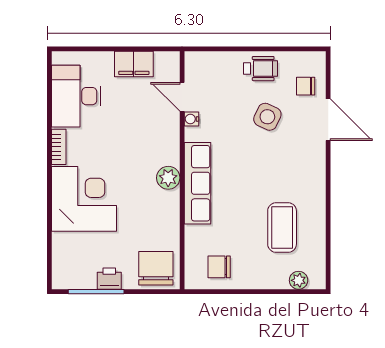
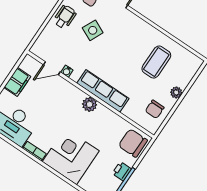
coffee table: (282, 228) -> (156, 62), turned 90
plant: (299, 280) -> (176, 93), moved

